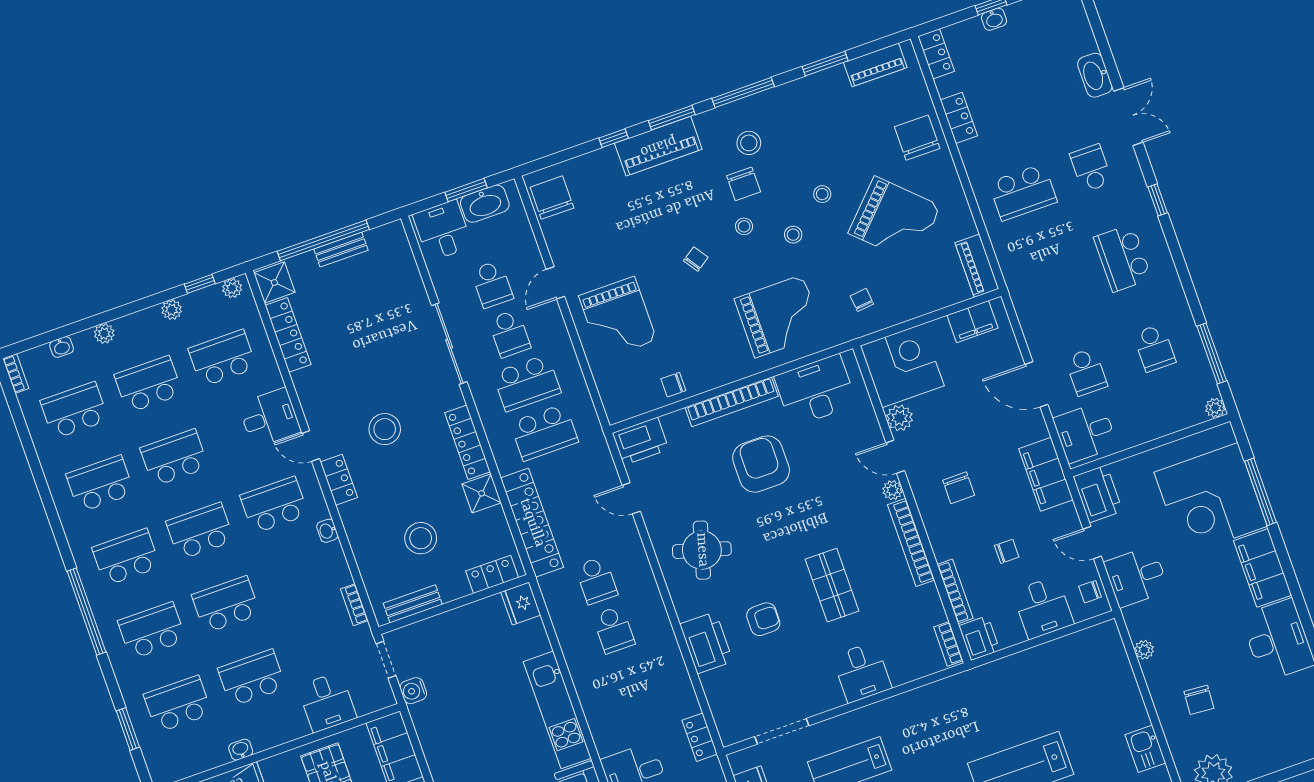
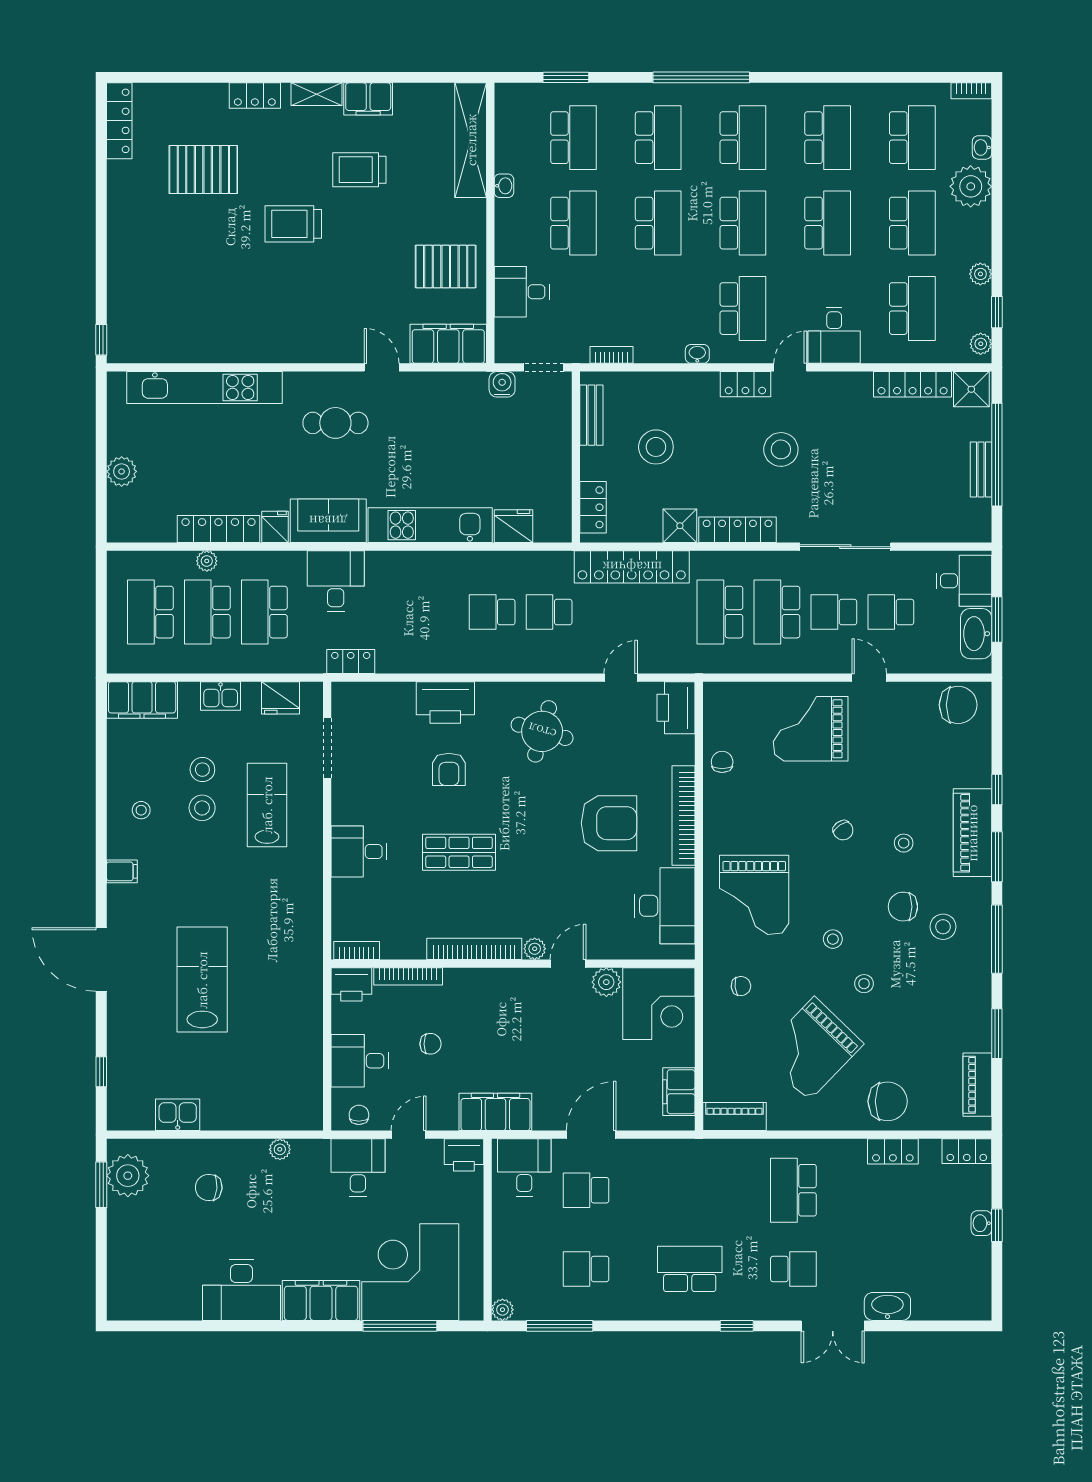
stool: (744, 226) -> (904, 843), moved
plant: (104, 333) -> (971, 186), width x1.88, depth x1.88
chair: (959, 488) -> (513, 1017), removed
printer: (1098, 494) -> (464, 1155), width x0.73, depth x0.84
chair: (1007, 551) -> (431, 1044), turned -90
fridge: (521, 604) -> (513, 526), moved

